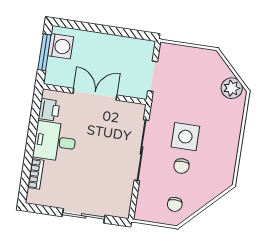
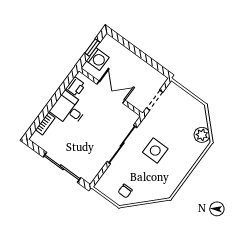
washing machine: (61, 46) -> (98, 59), moved
window: (44, 52) -> (92, 48), width x0.67
chair: (181, 166) -> (143, 168), removed
sliding door: (84, 216) -> (62, 167), width x1.37

